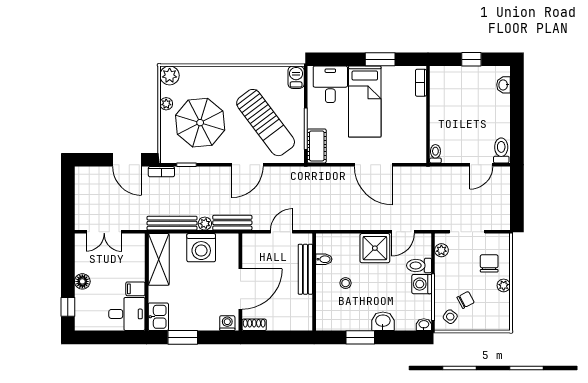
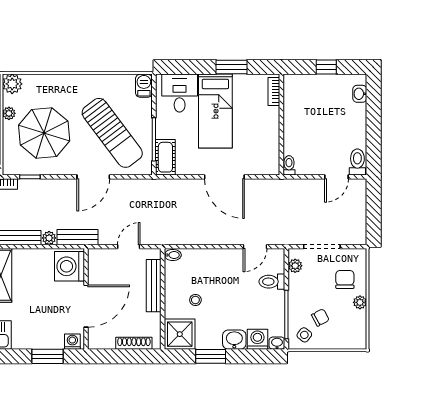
washing machine: (201, 248) -> (69, 266), moved, turned 90
shower: (375, 248) -> (180, 334), moved
bidet: (324, 259) -> (173, 255), moved
washing machine: (422, 284) -> (257, 339), moved, turned 90
shoe rack: (254, 325) -> (134, 343), moved, width x1.43
window: (183, 337) -> (48, 356), moved

